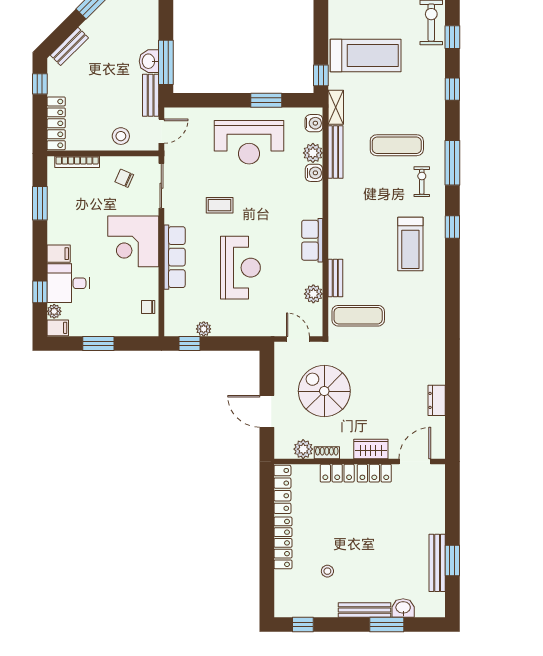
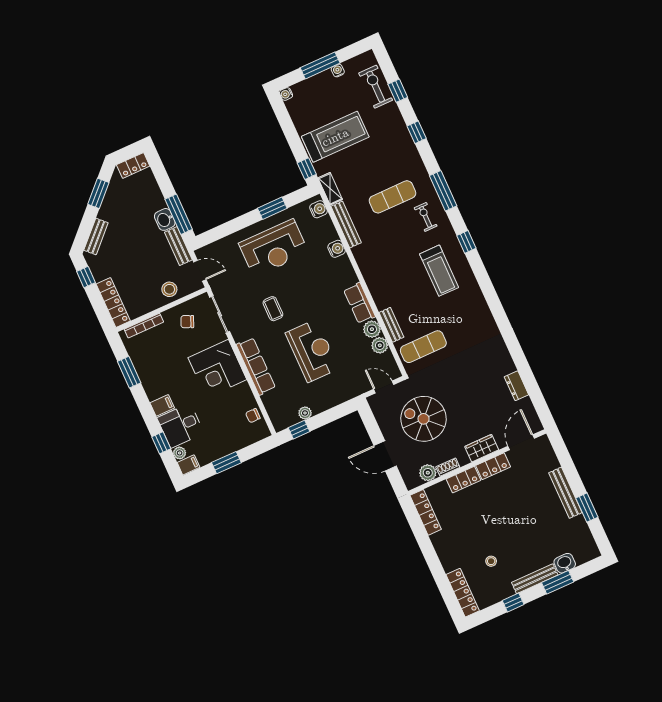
door: (161, 131) -> (200, 271), hinge flipped
plant: (313, 153) -> (372, 329), moved
coffee table: (220, 205) -> (273, 309), turned 90
locker: (283, 543) -> (463, 593), moved
bench: (437, 563) -> (565, 493), moved
window: (303, 625) -> (513, 603), moved

